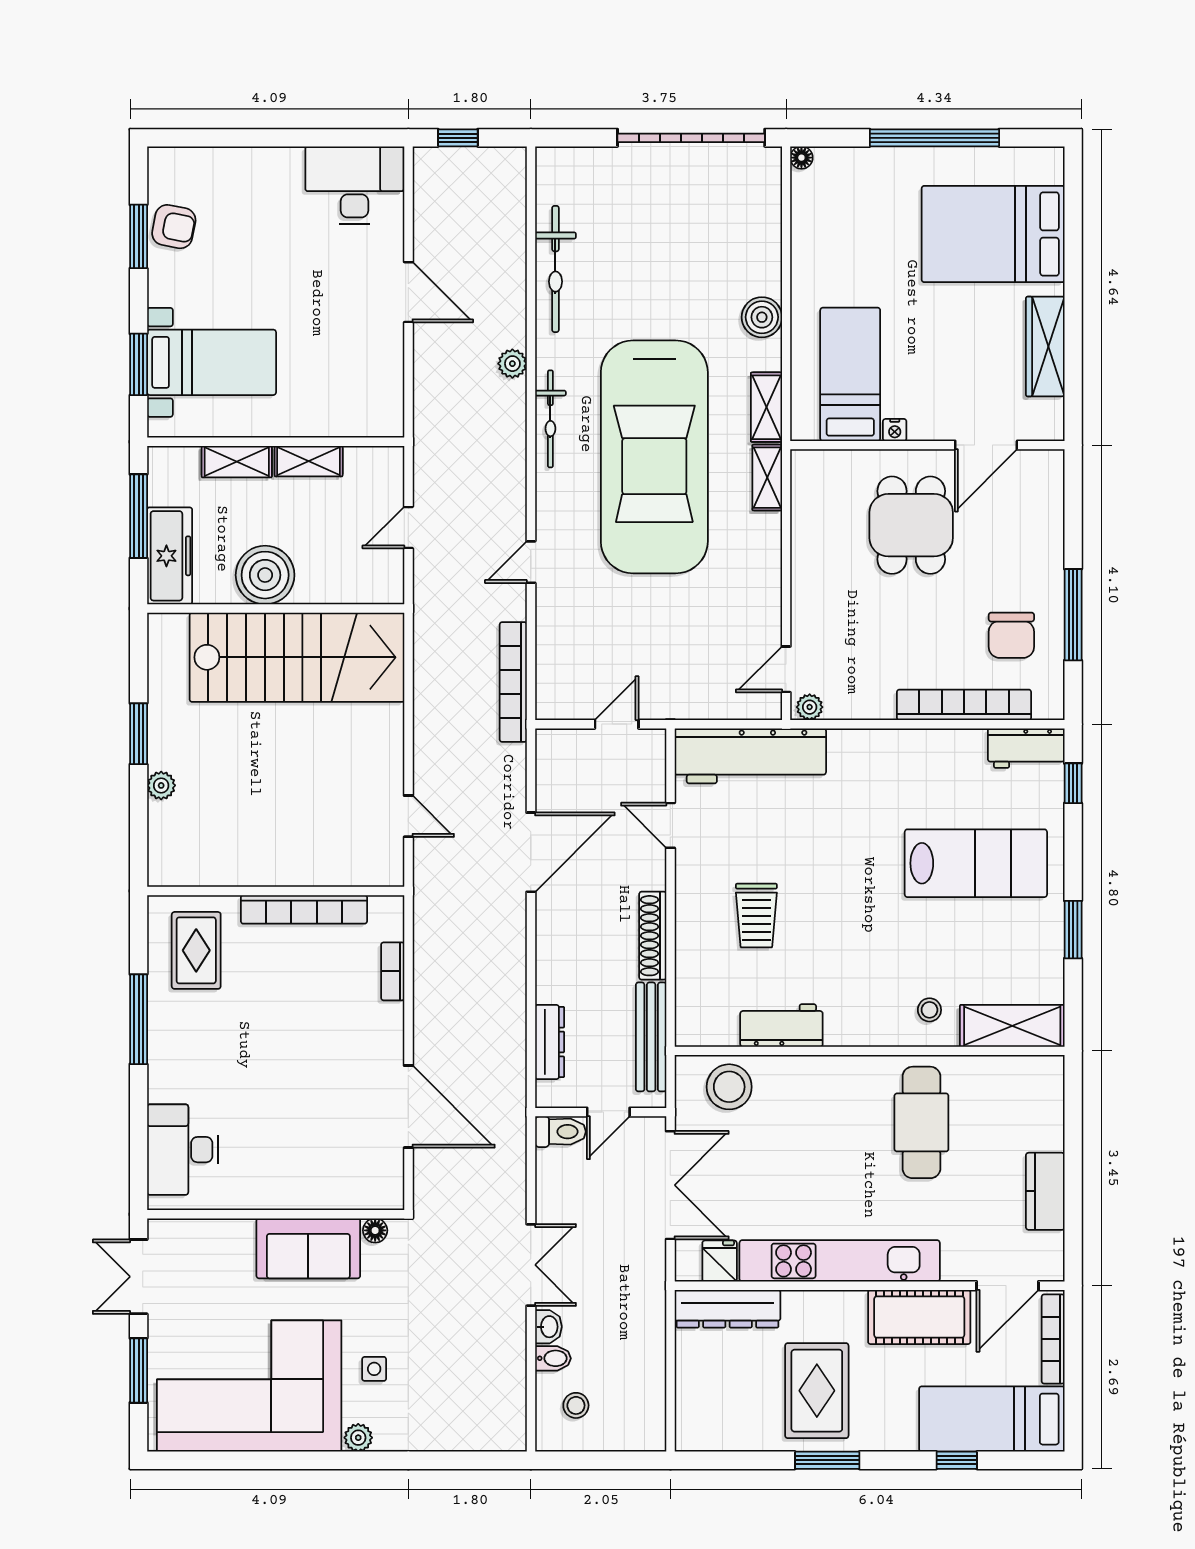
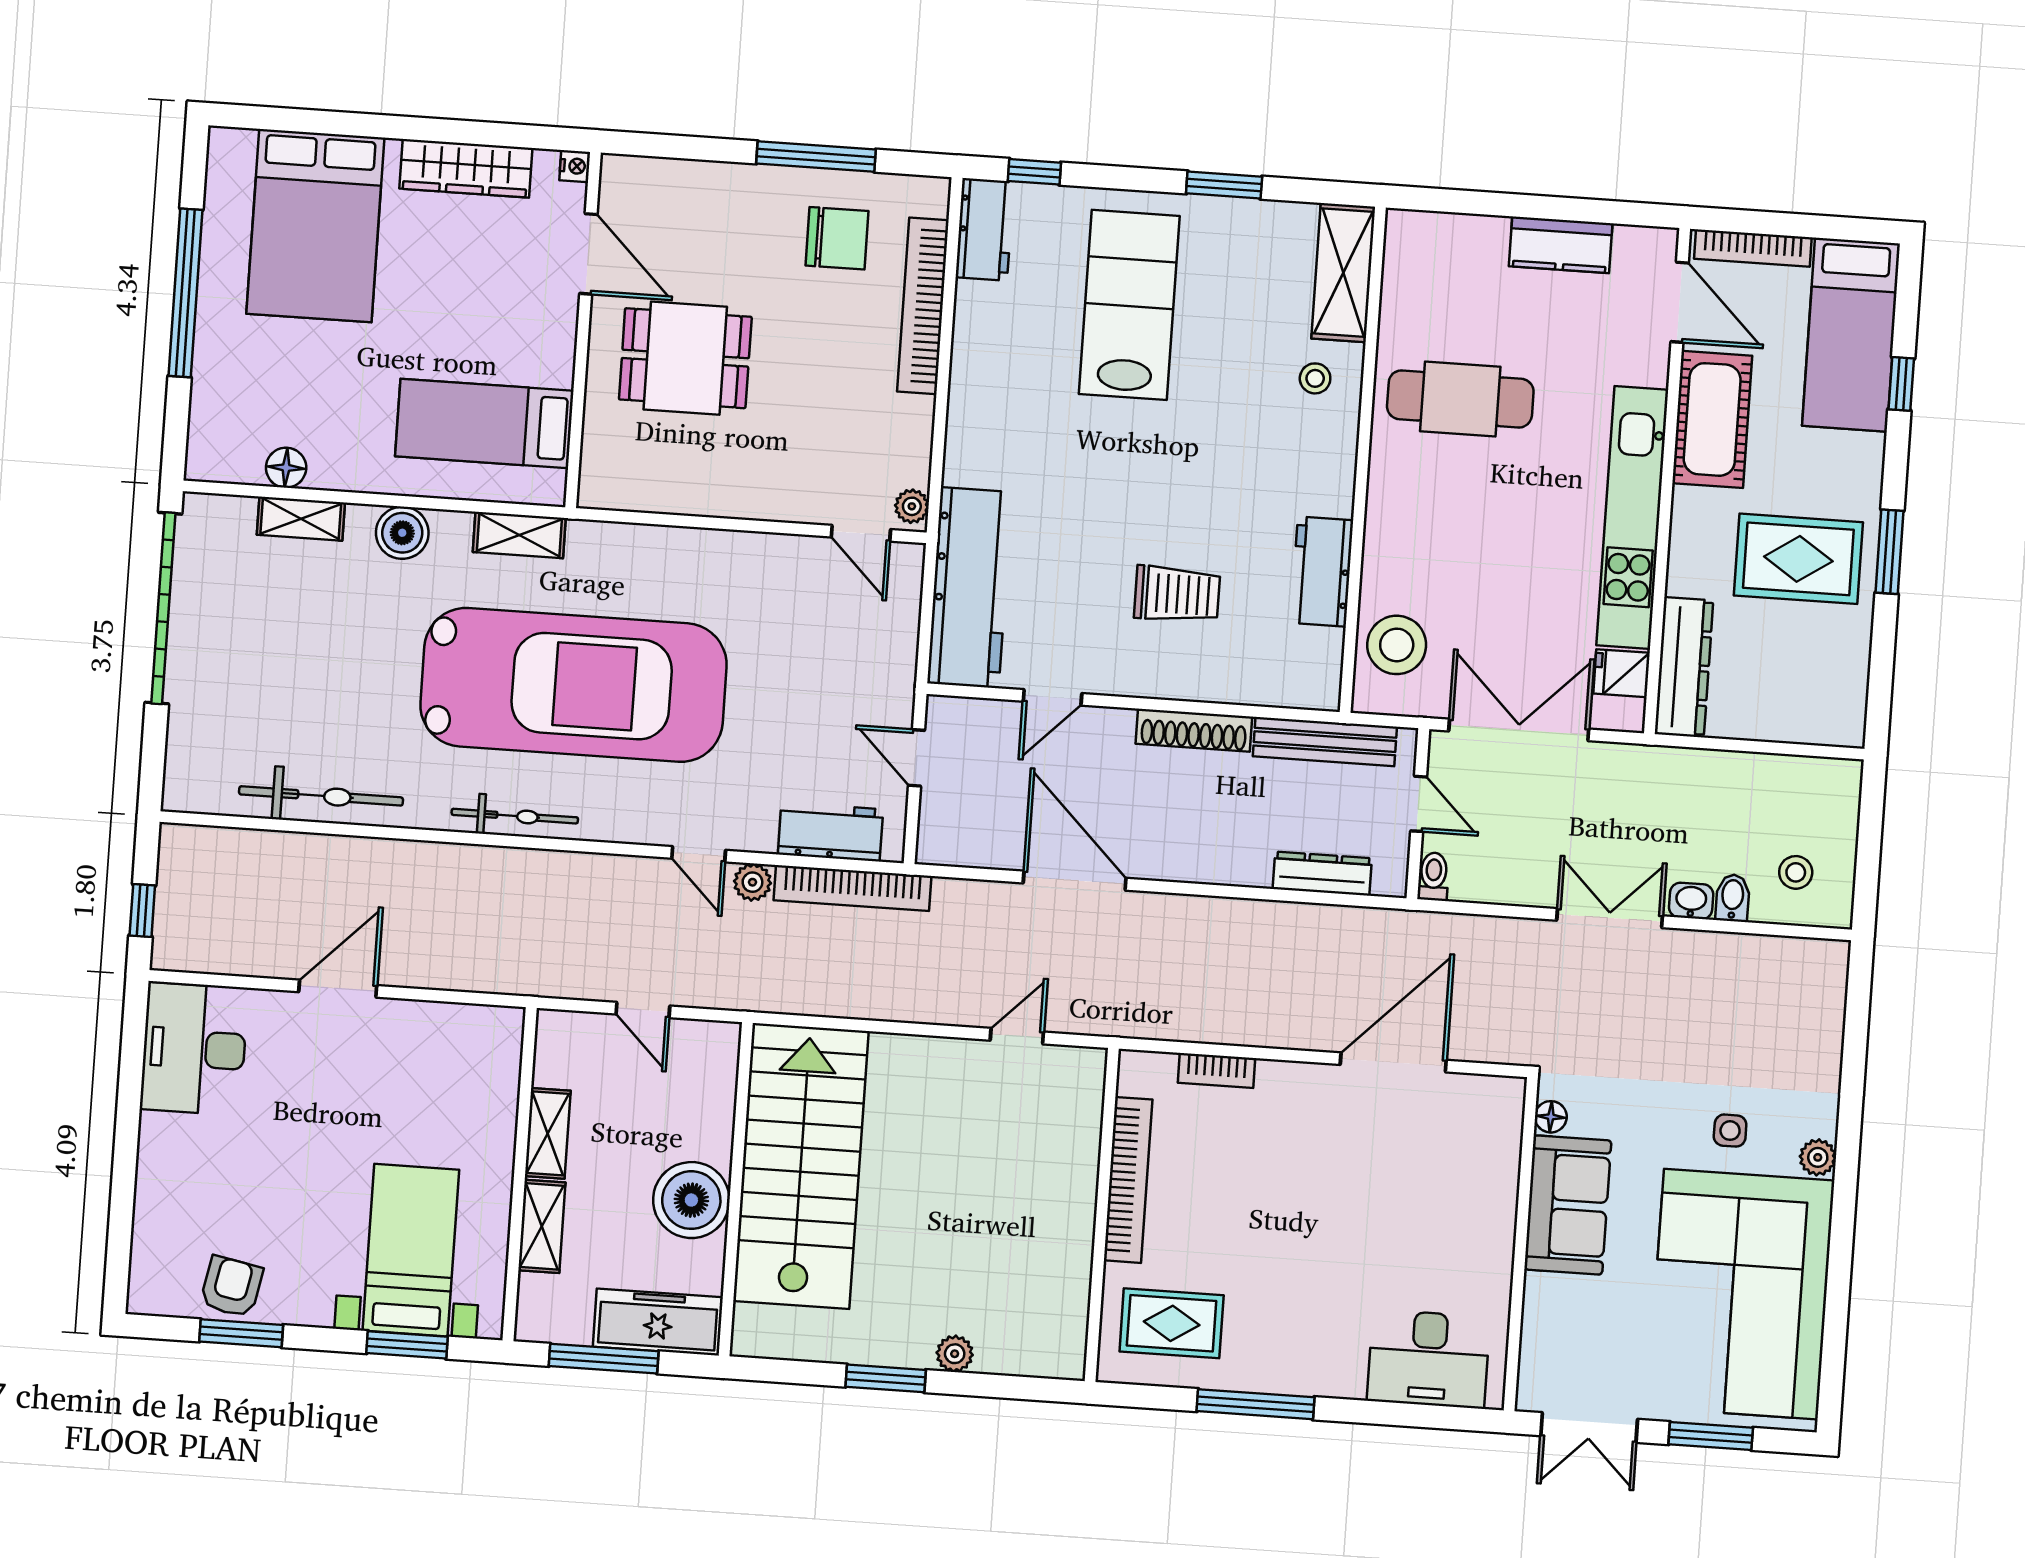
floor lamp: (801, 158) -> (286, 468), moved, width x1.37, depth x1.37
plant: (512, 364) -> (752, 882), moved
nightstand: (895, 430) -> (575, 166), moved
shelving: (767, 478) -> (301, 519), moved
workbench: (555, 662) -> (831, 832), added
toilet: (560, 1132) -> (1433, 876), width x0.73, depth x0.72

